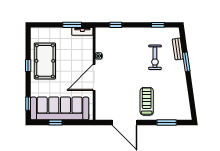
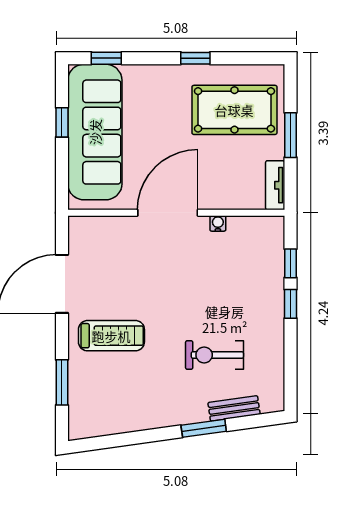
window: (72, 25) -> (290, 135), moved
window: (158, 25) -> (290, 304), moved
pool table: (45, 61) -> (234, 110), moved
door: (94, 77) -> (168, 213), hinge flipped

